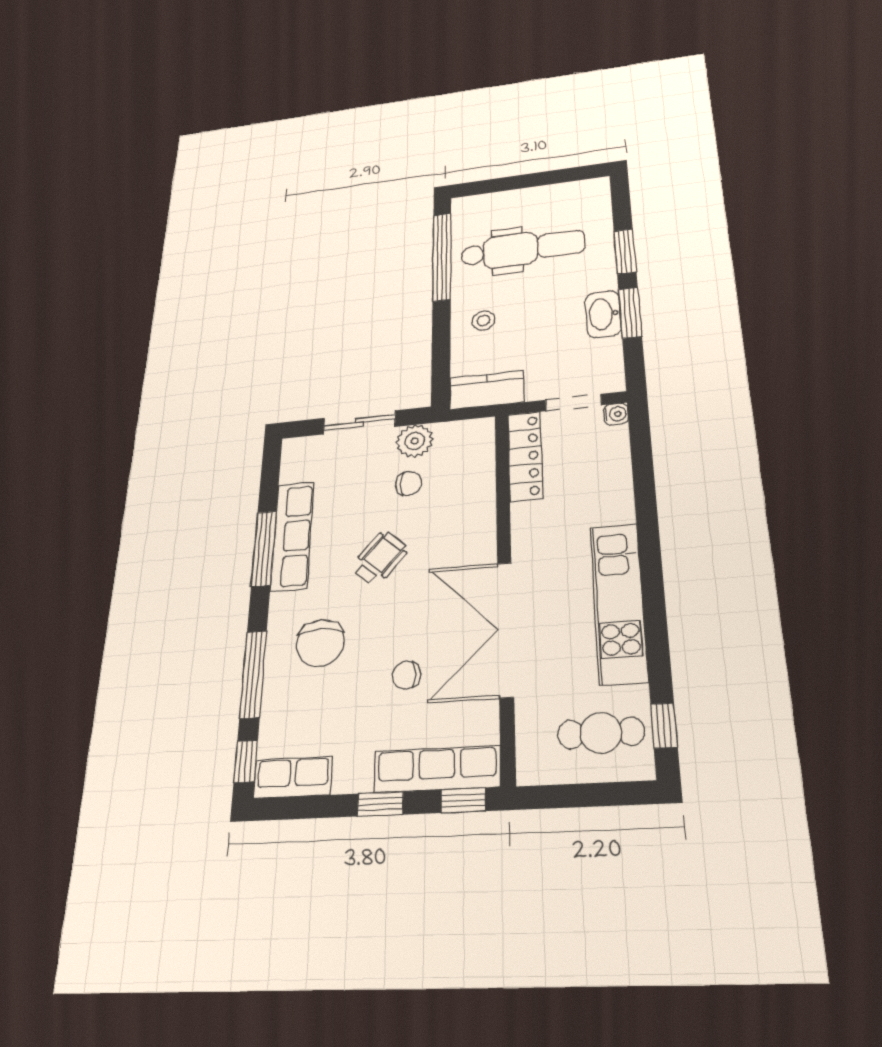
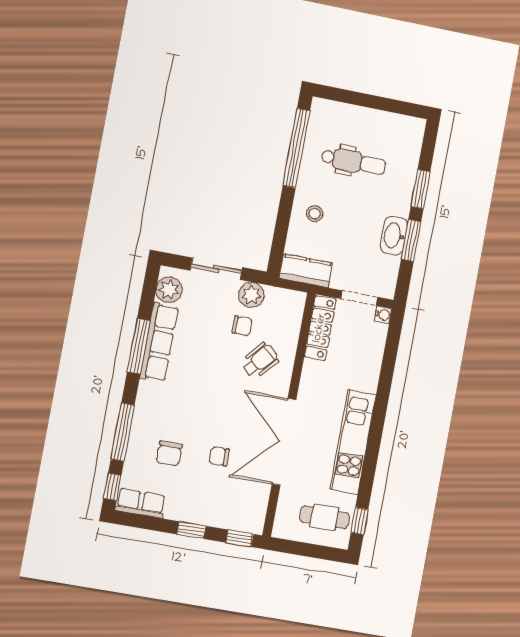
dental chair: (523, 249) -> (354, 162), width x0.73, depth x0.72
plant: (298, 465) -> (169, 290), added
wheelchair: (380, 558) -> (260, 360), moved
chair: (320, 643) -> (169, 454), moved, width x0.73, depth x0.73
row of seats: (437, 769) -> (228, 517), removed

